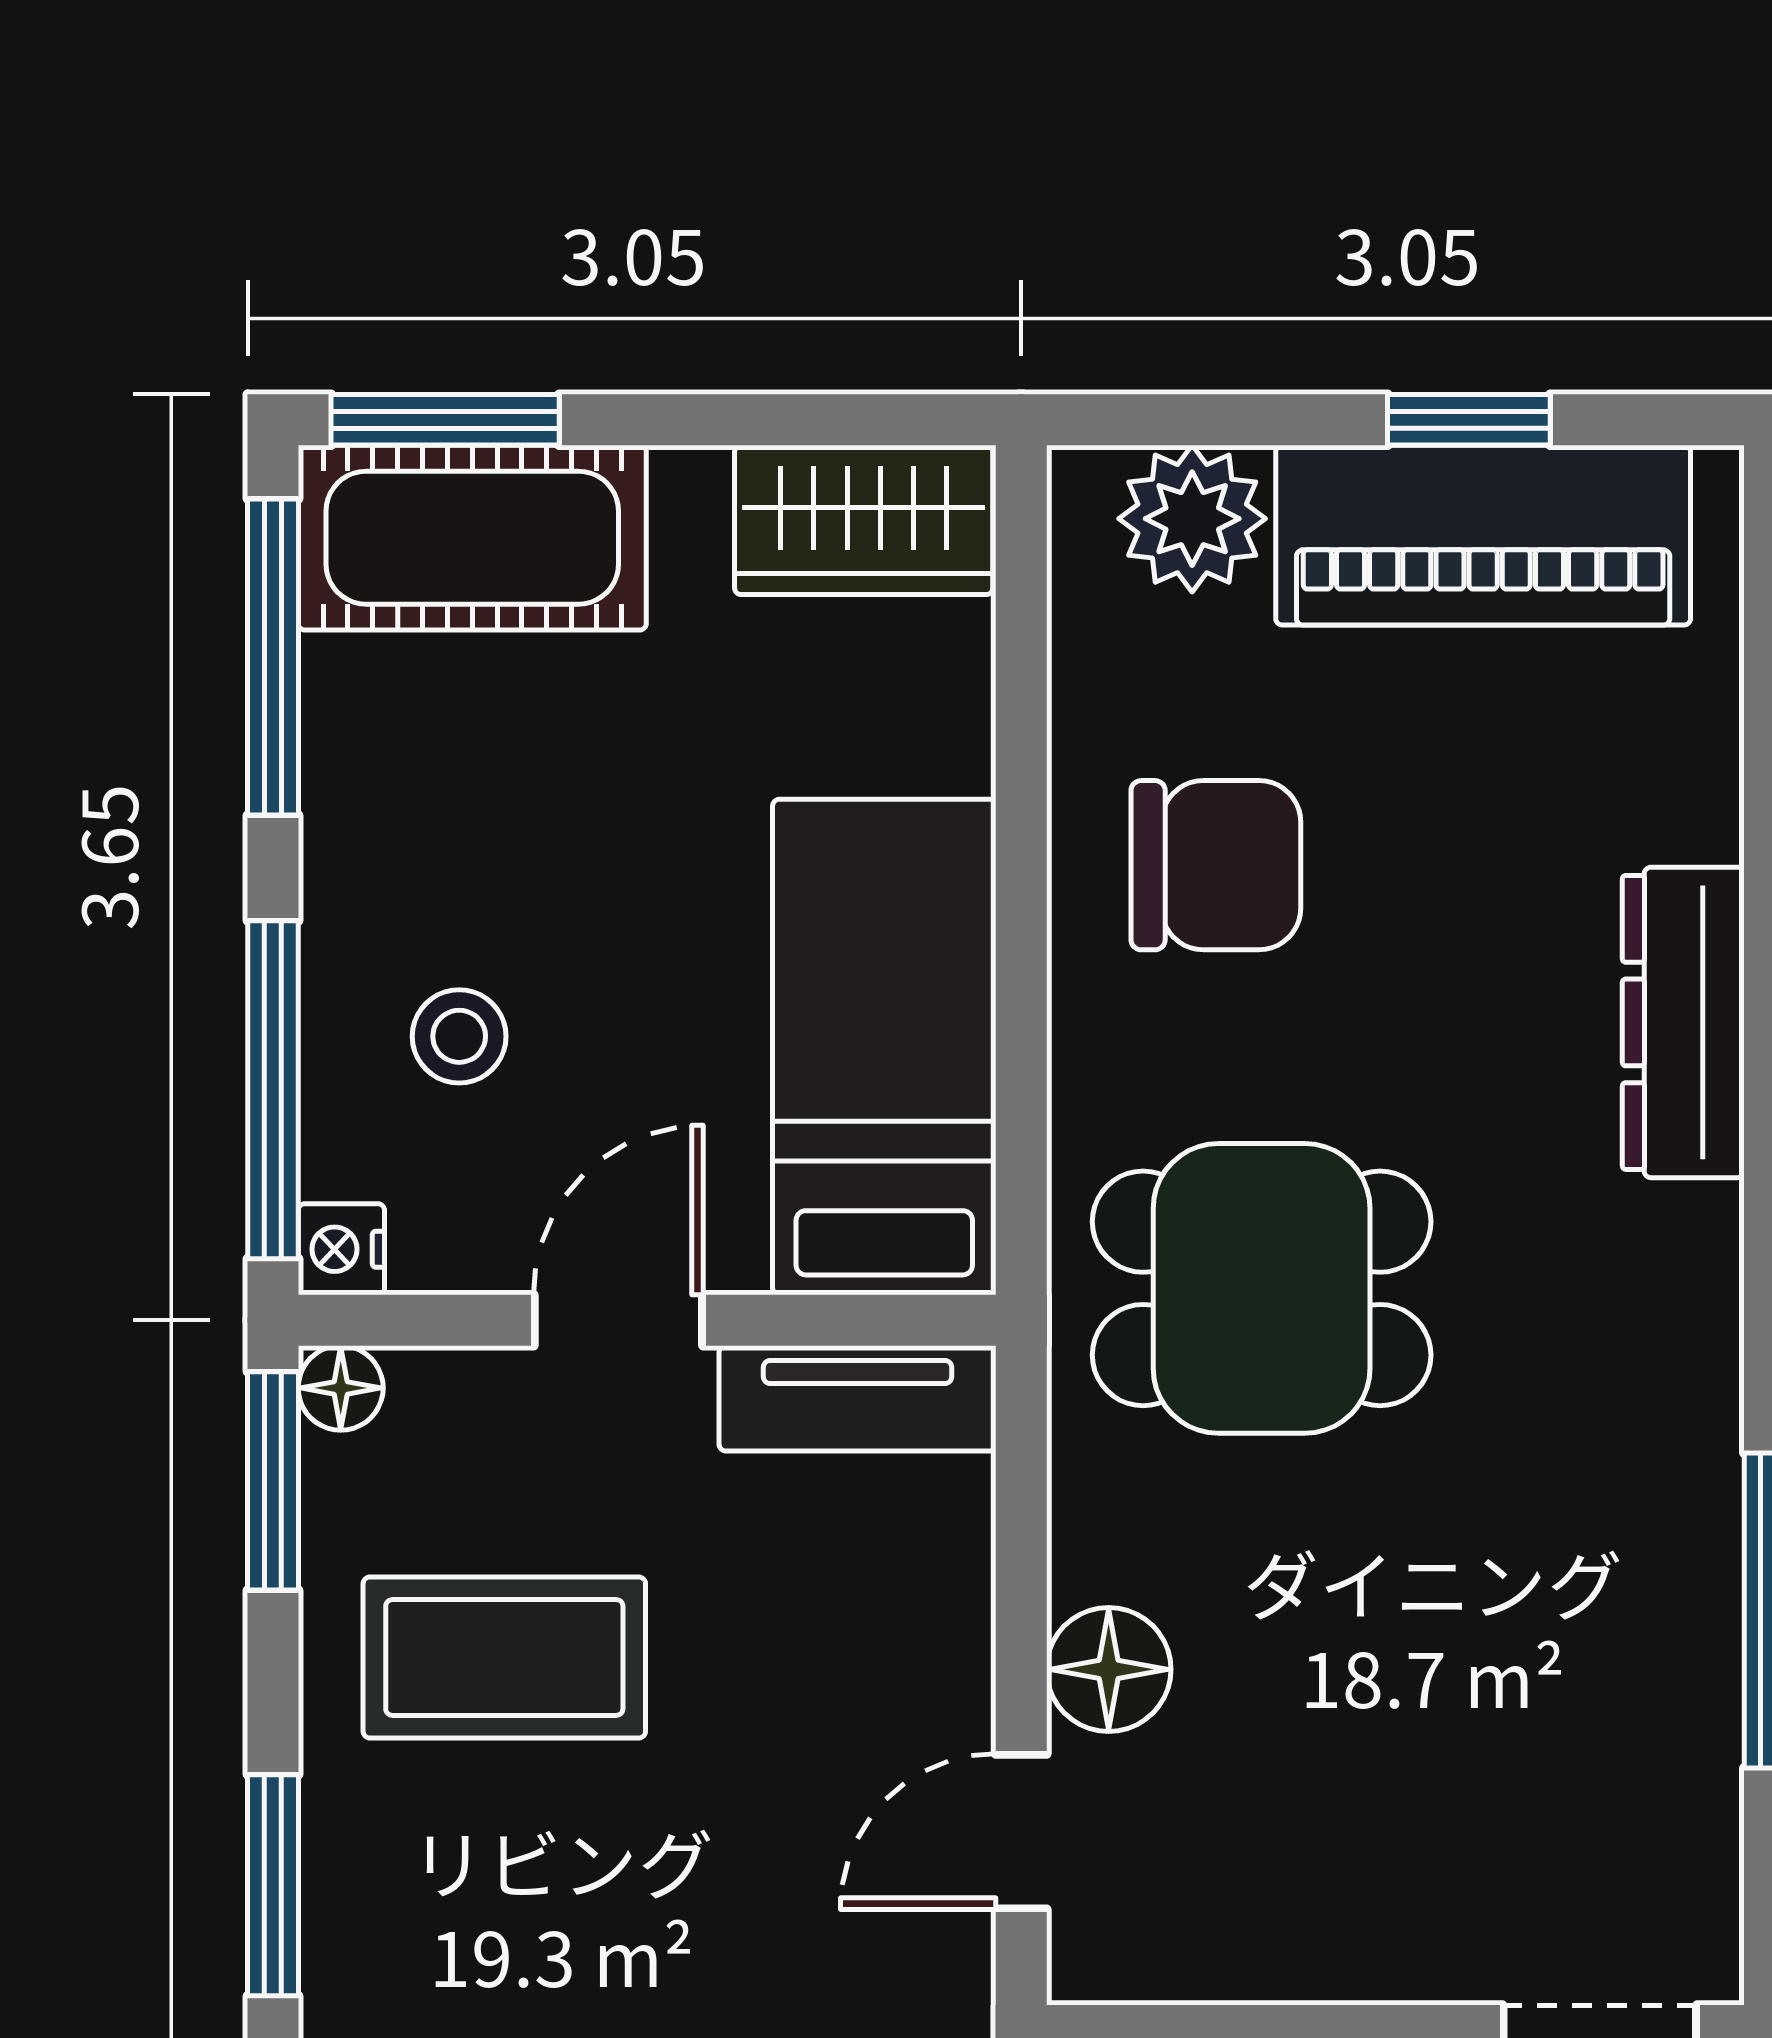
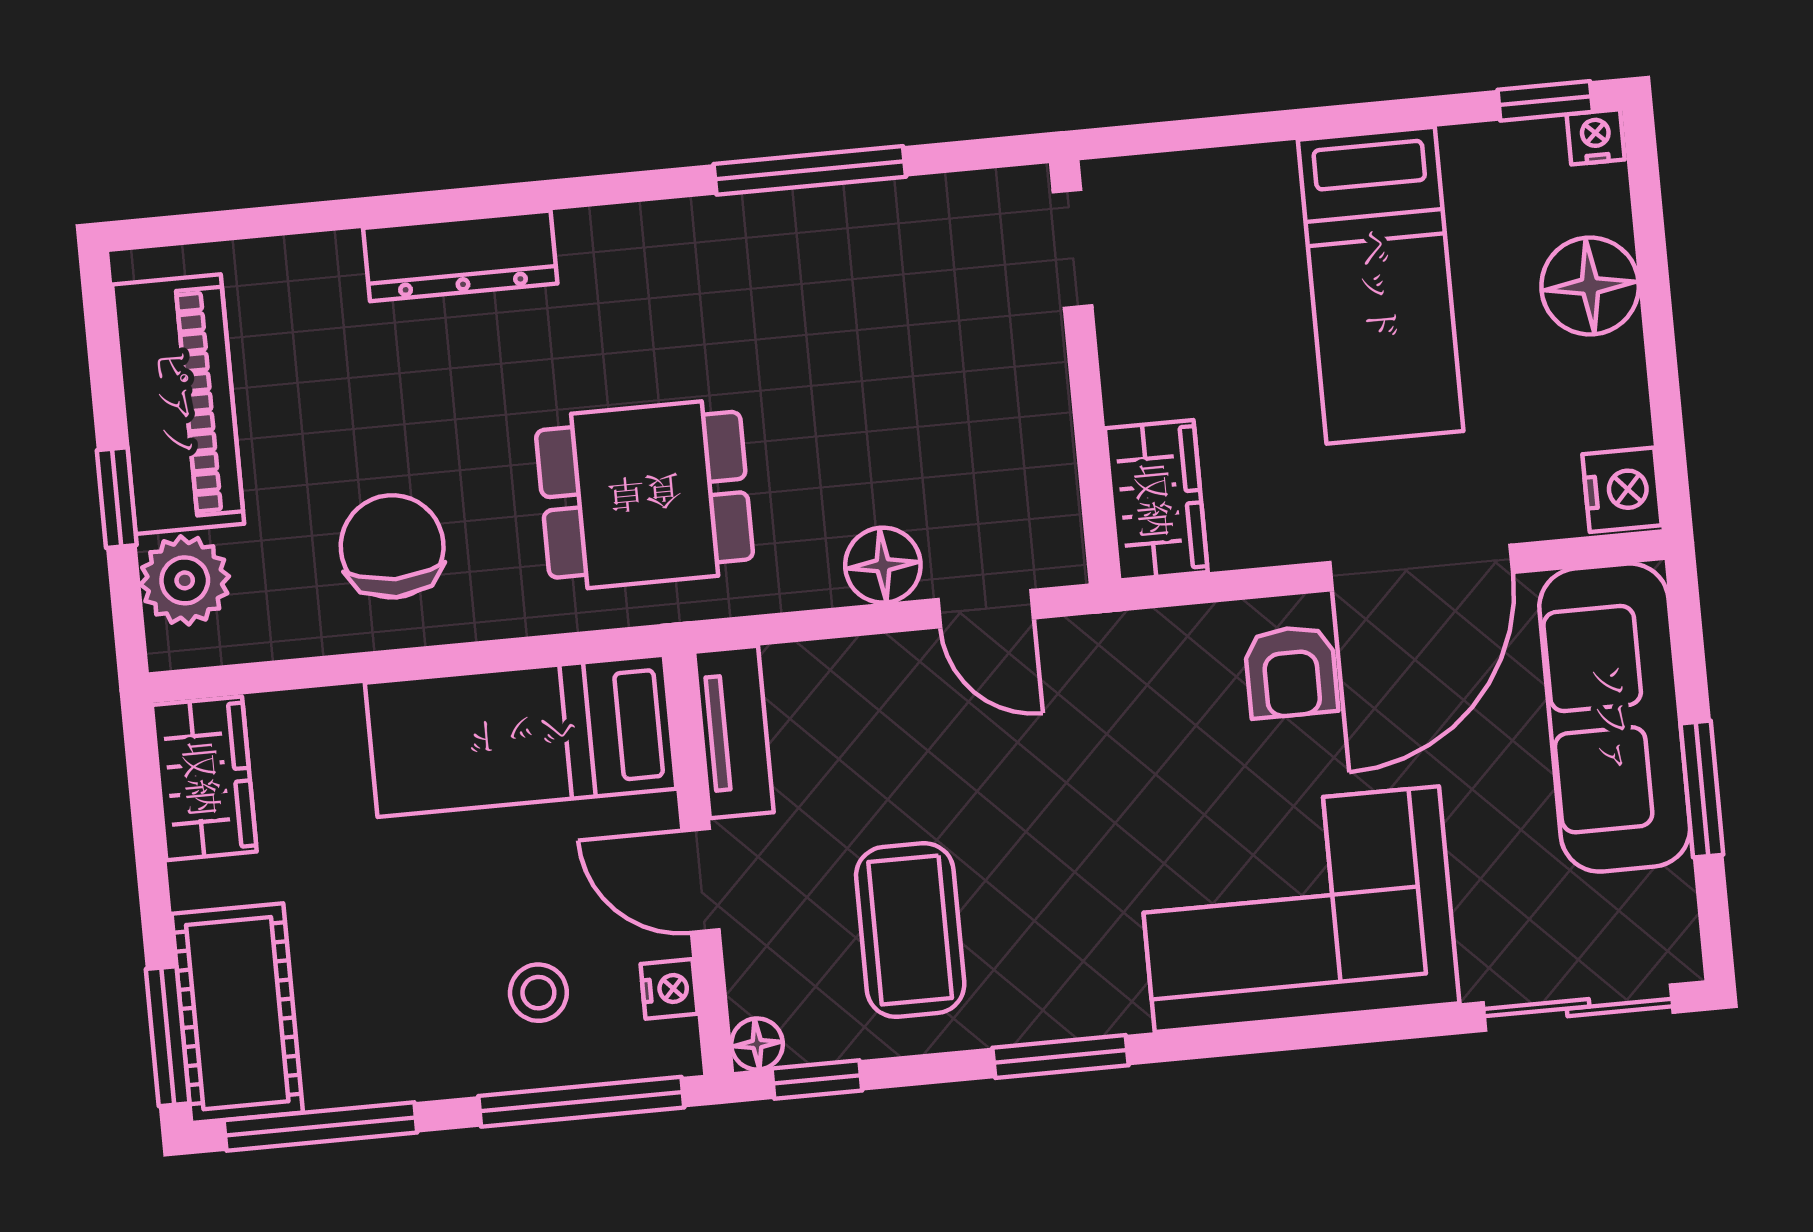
window: (1469, 420) -> (117, 498), moved
nightstand: (341, 1249) -> (669, 989), moved, turned -90
dining table: (1262, 1288) -> (645, 495), turned 90
window: (273, 1481) -> (817, 1080), width x0.67

